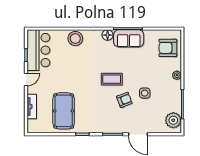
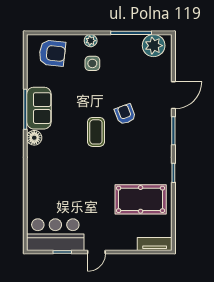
stool: (75, 39) -> (39, 183), removed
armchair: (168, 48) -> (52, 53), turned -84
door: (26, 79) -> (96, 252), swing flipped
side table: (145, 93) -> (92, 63), moved
tv unit: (32, 106) -> (155, 244), moved

